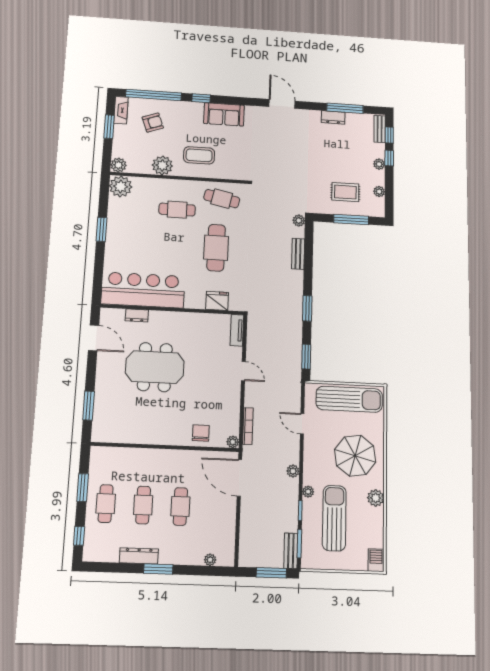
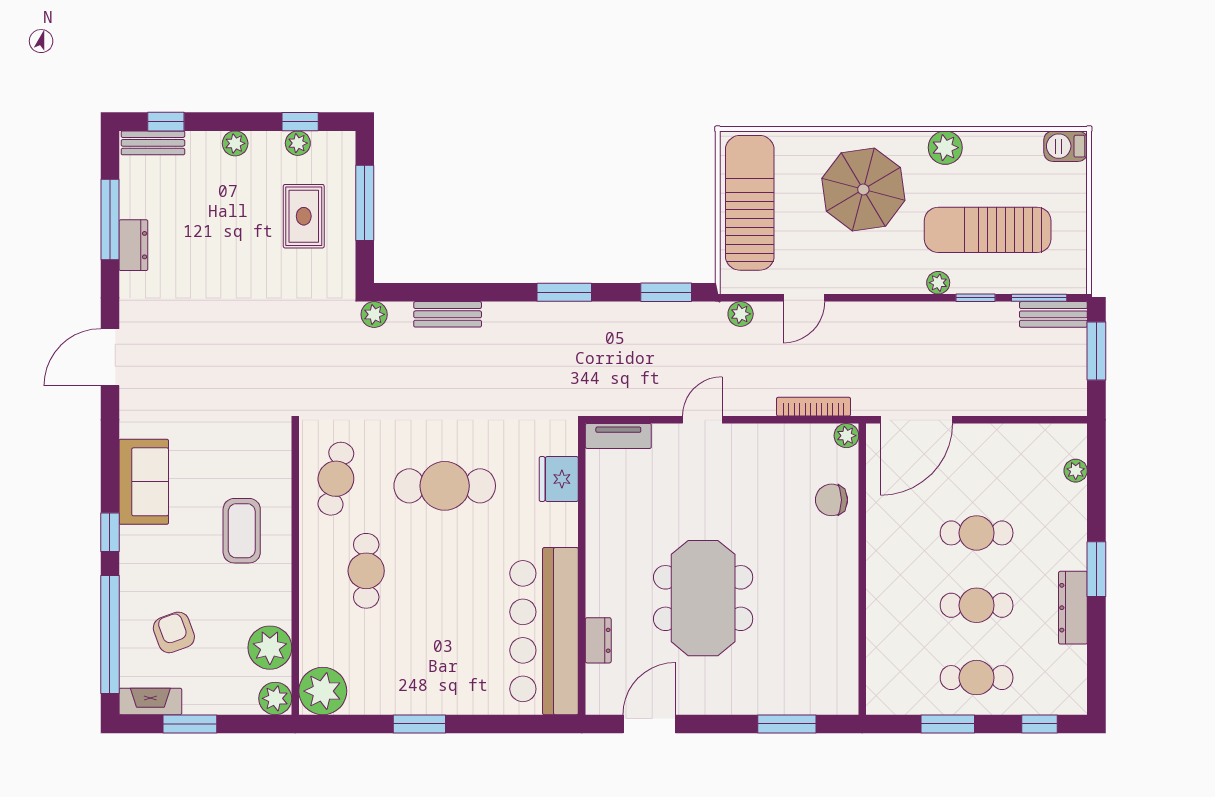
window: (389, 158) -> (300, 122), moved
plant: (162, 165) -> (270, 648), moved
plant: (293, 471) -> (741, 314), moved

